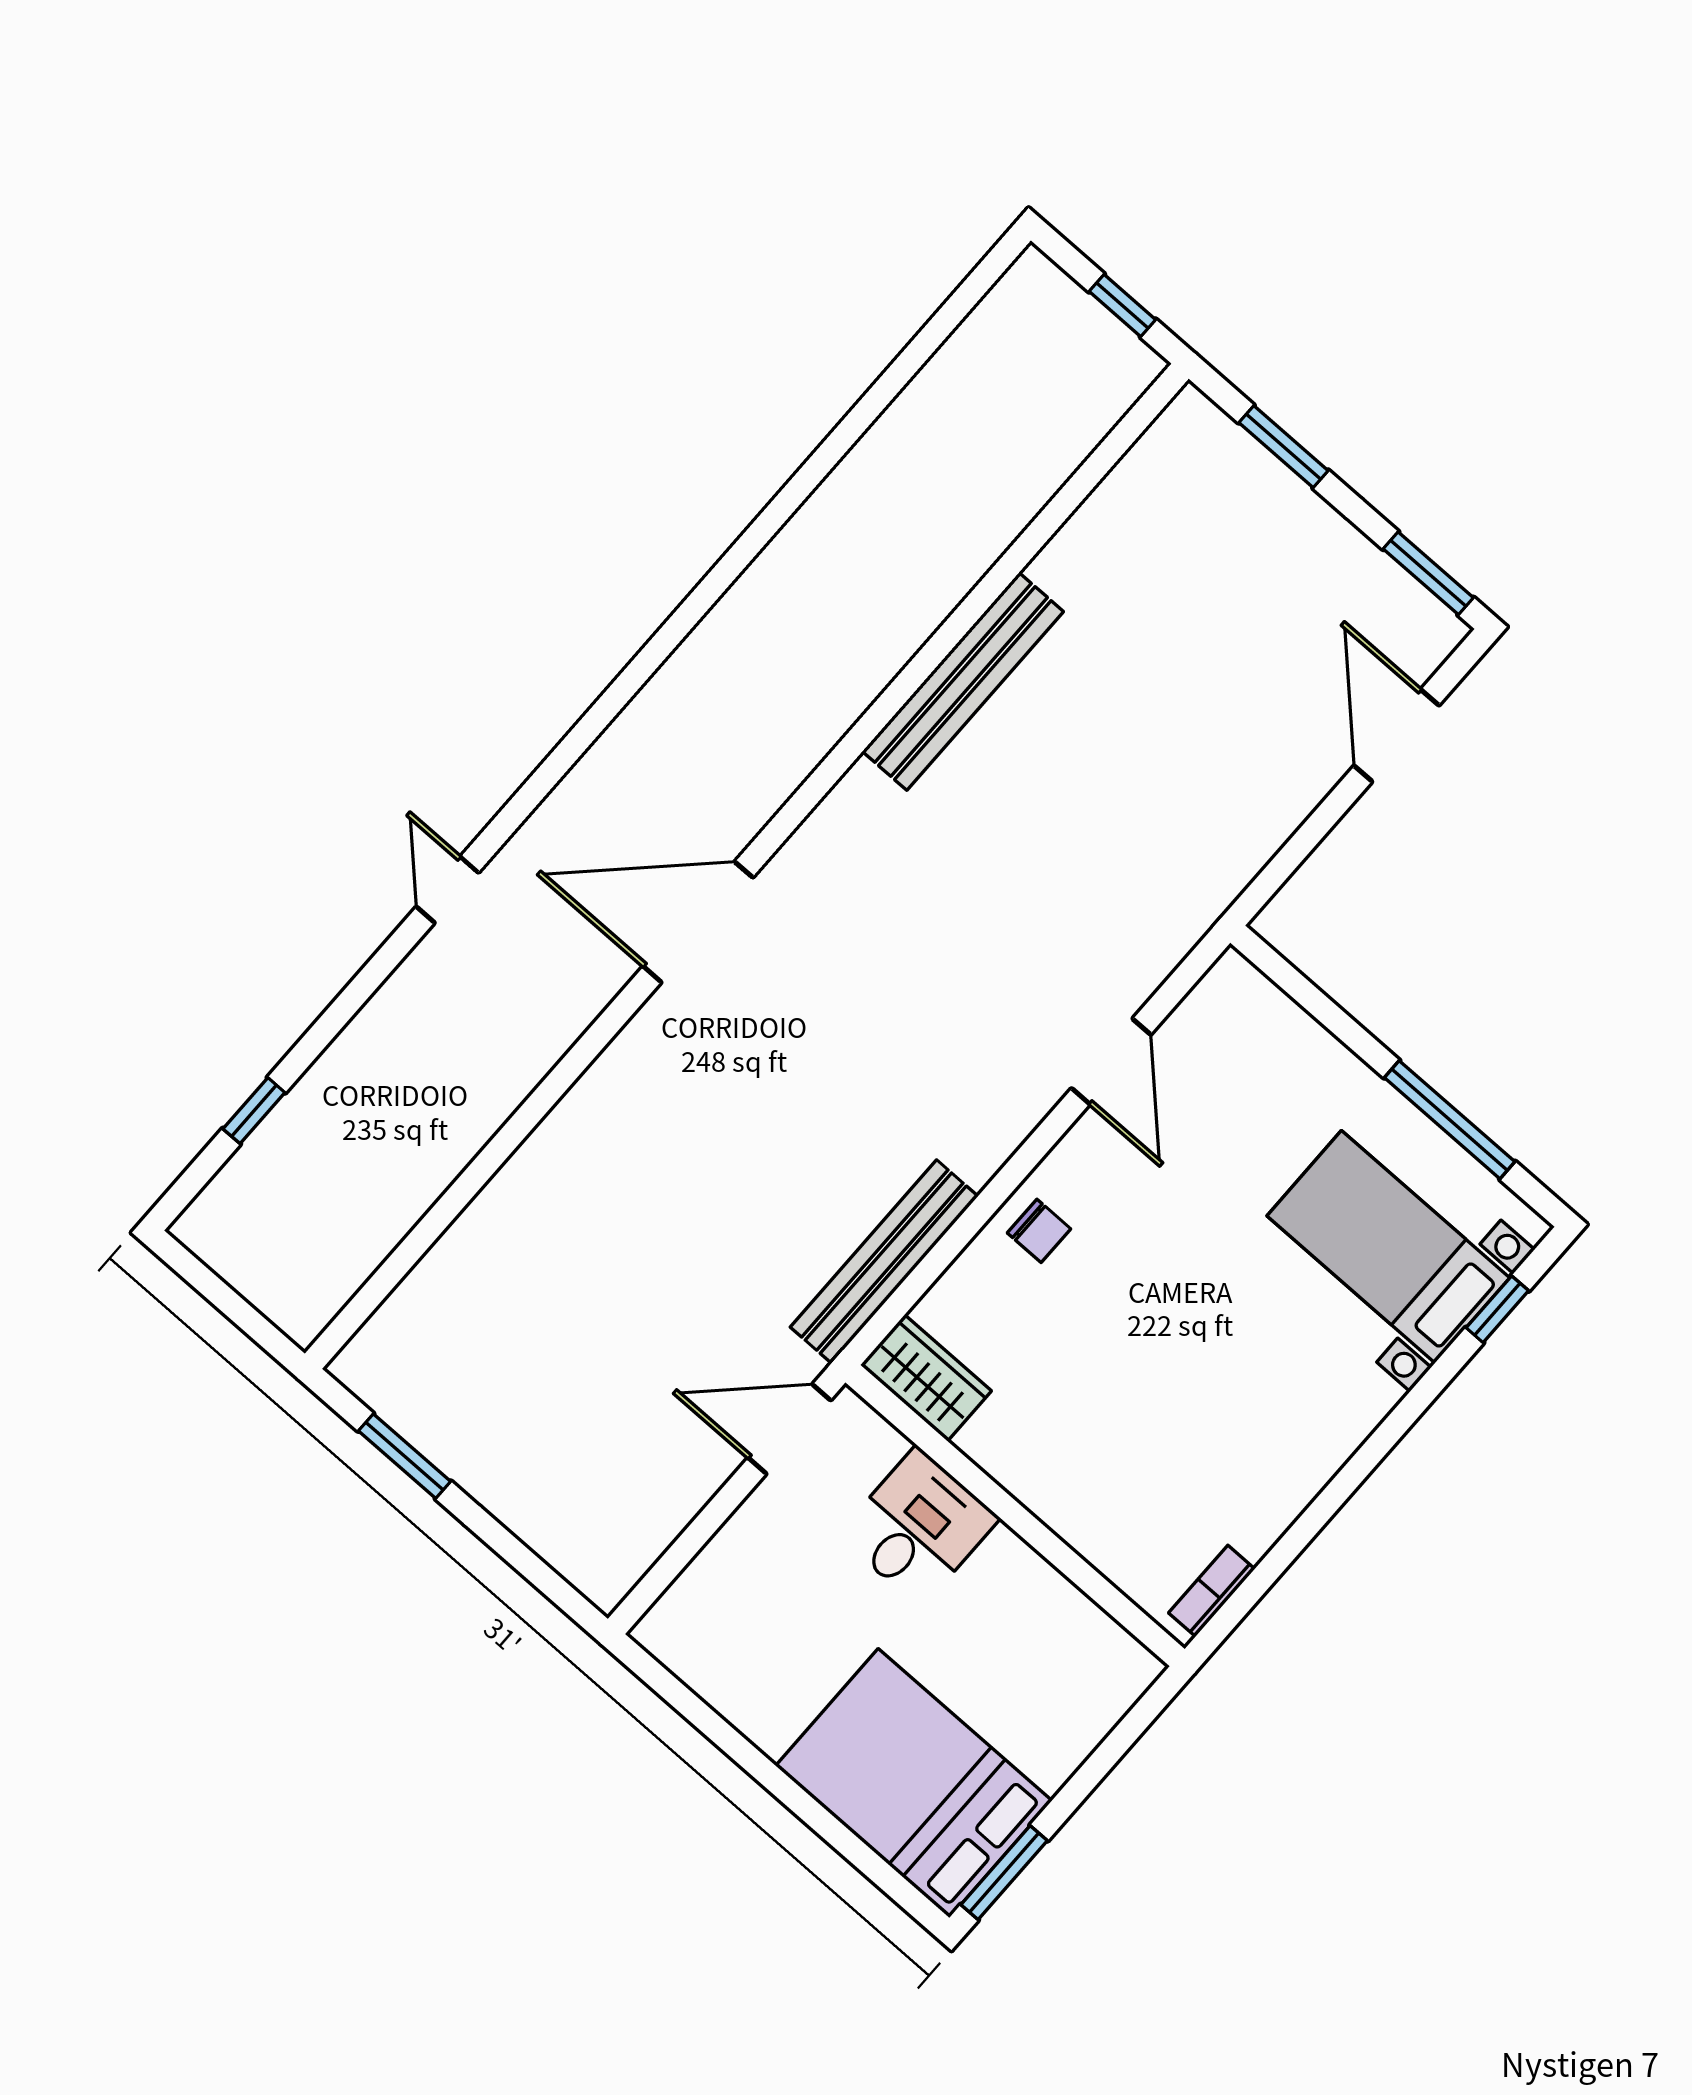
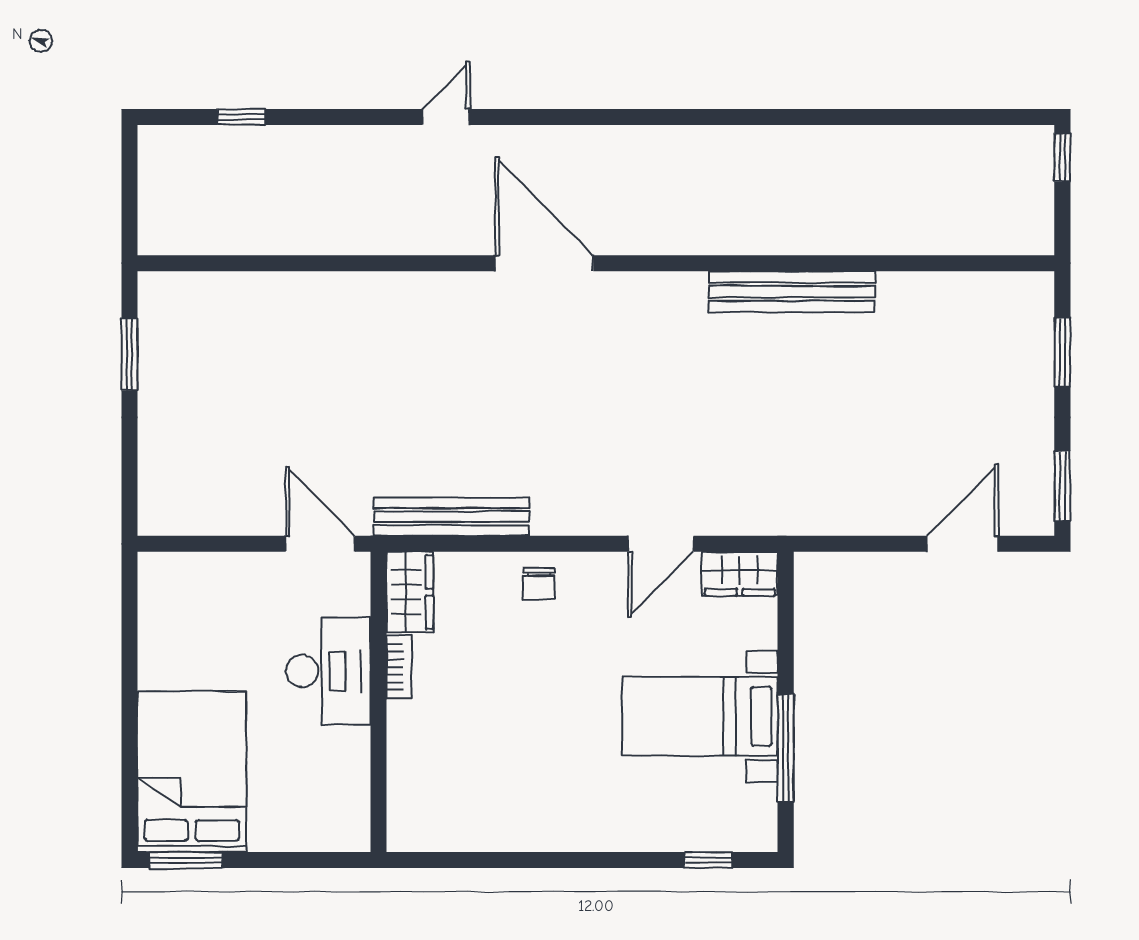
window: (1122, 305) -> (1062, 157), moved
wardrobe: (1218, 1005) -> (740, 574), added
bed with nightstands: (1388, 1247) -> (700, 716), moved, turned -90
desk: (918, 1527) -> (328, 671), width x1.37
bookcase: (1212, 1591) -> (399, 667), moved, turned 90

